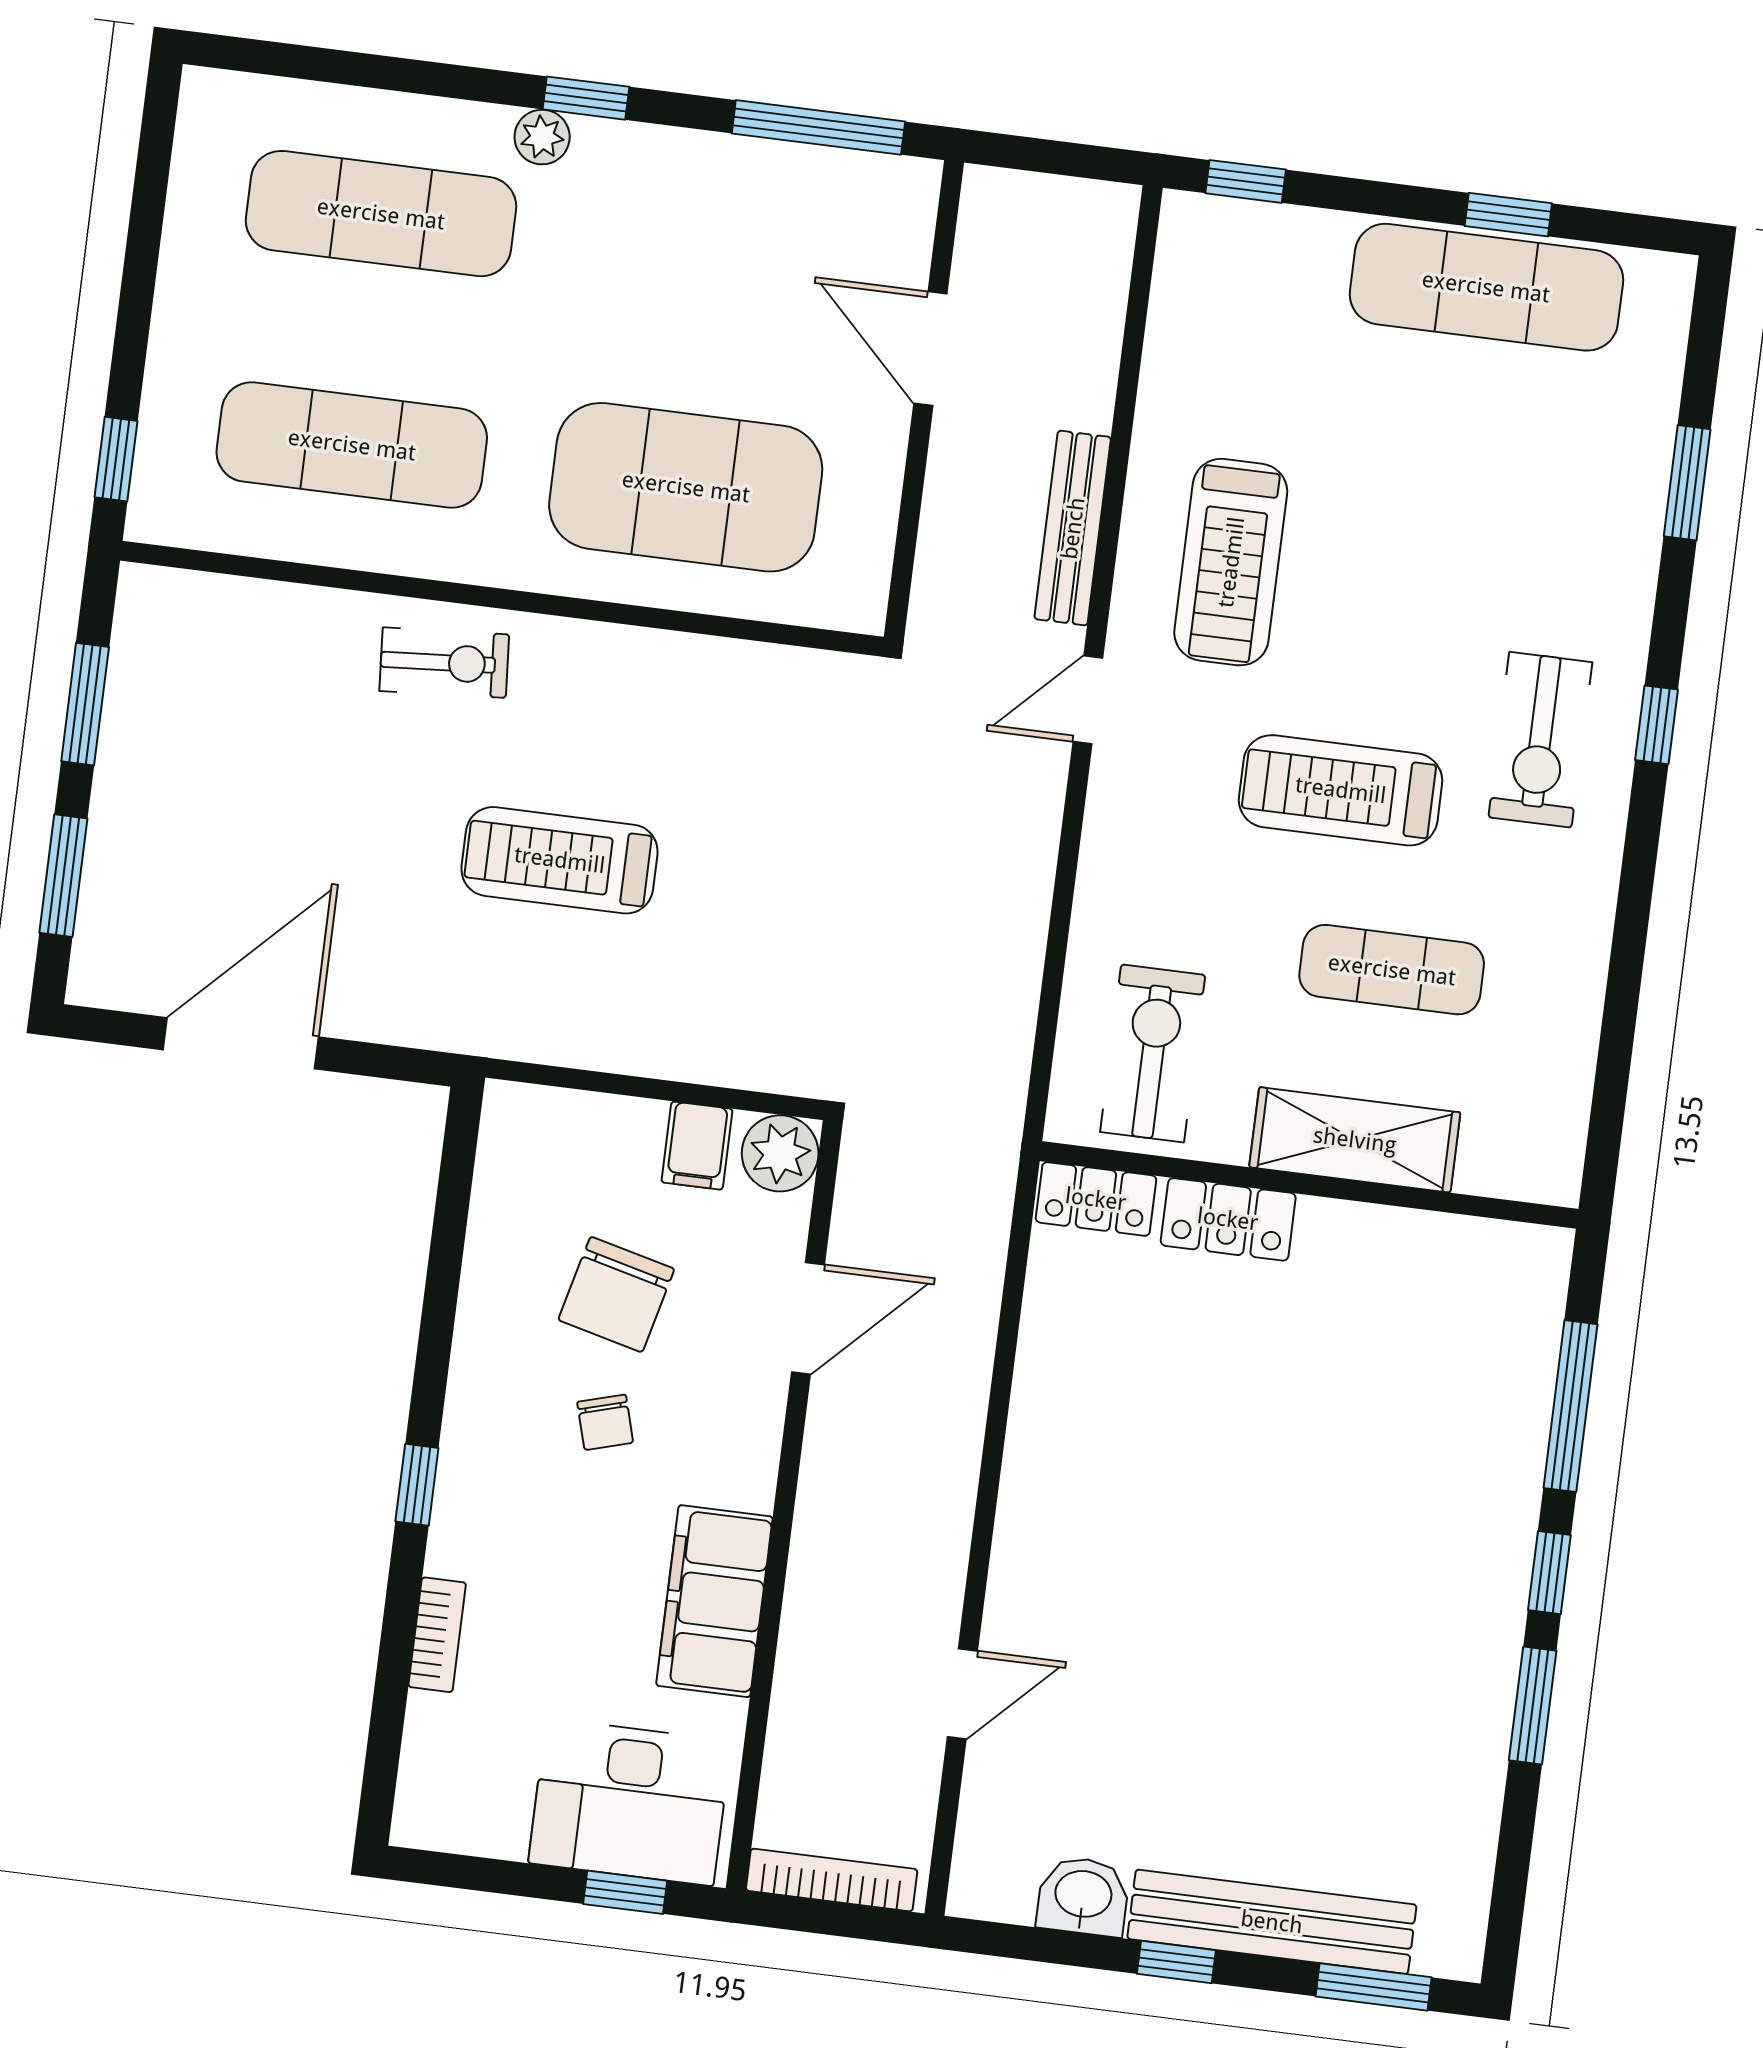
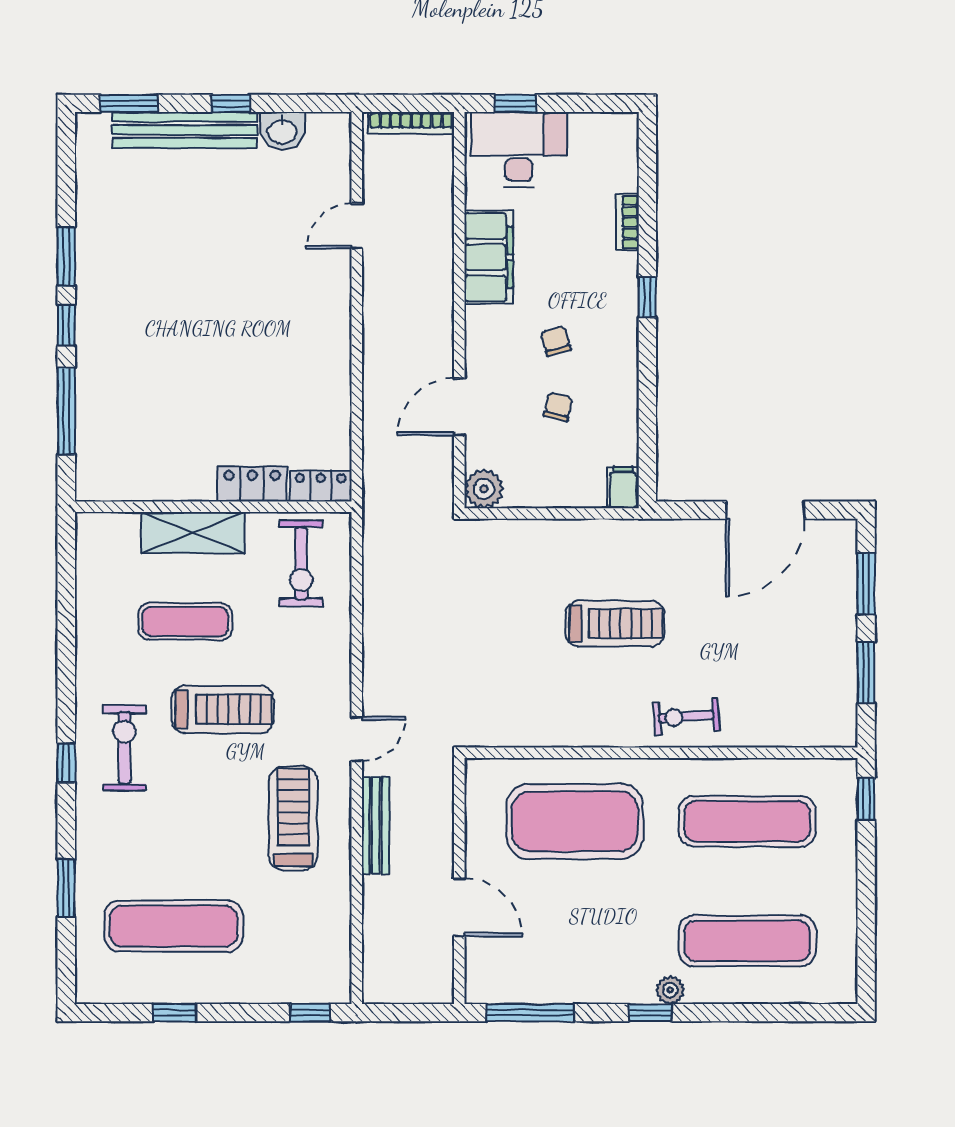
exercise mat: (1486, 287) -> (174, 926), moved
filing cabinet: (697, 1146) -> (623, 487), moved
chair: (616, 1294) -> (558, 407), width x0.54, depth x0.54

